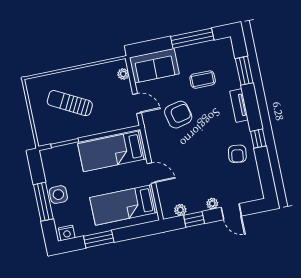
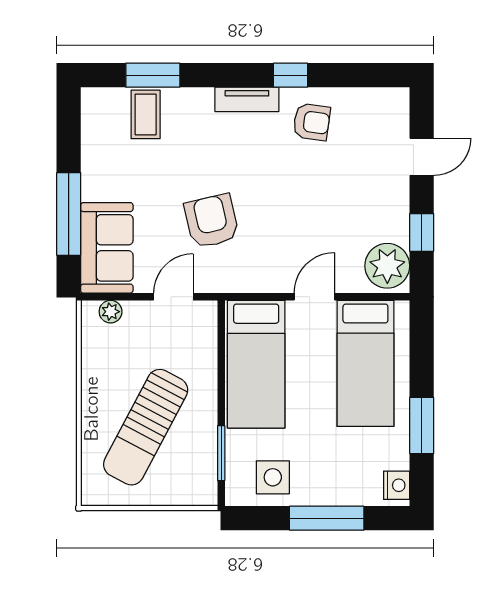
window: (192, 38) -> (69, 214), moved
coffee table: (203, 80) -> (146, 114), moved
sun lounger: (70, 103) -> (146, 427), width x1.36, depth x1.34
tv unit: (239, 106) -> (247, 99), moved
side table: (58, 195) -> (273, 477), moved
plant: (212, 204) -> (398, 191), removed
plant: (180, 210) -> (387, 266), width x1.88, depth x1.88

